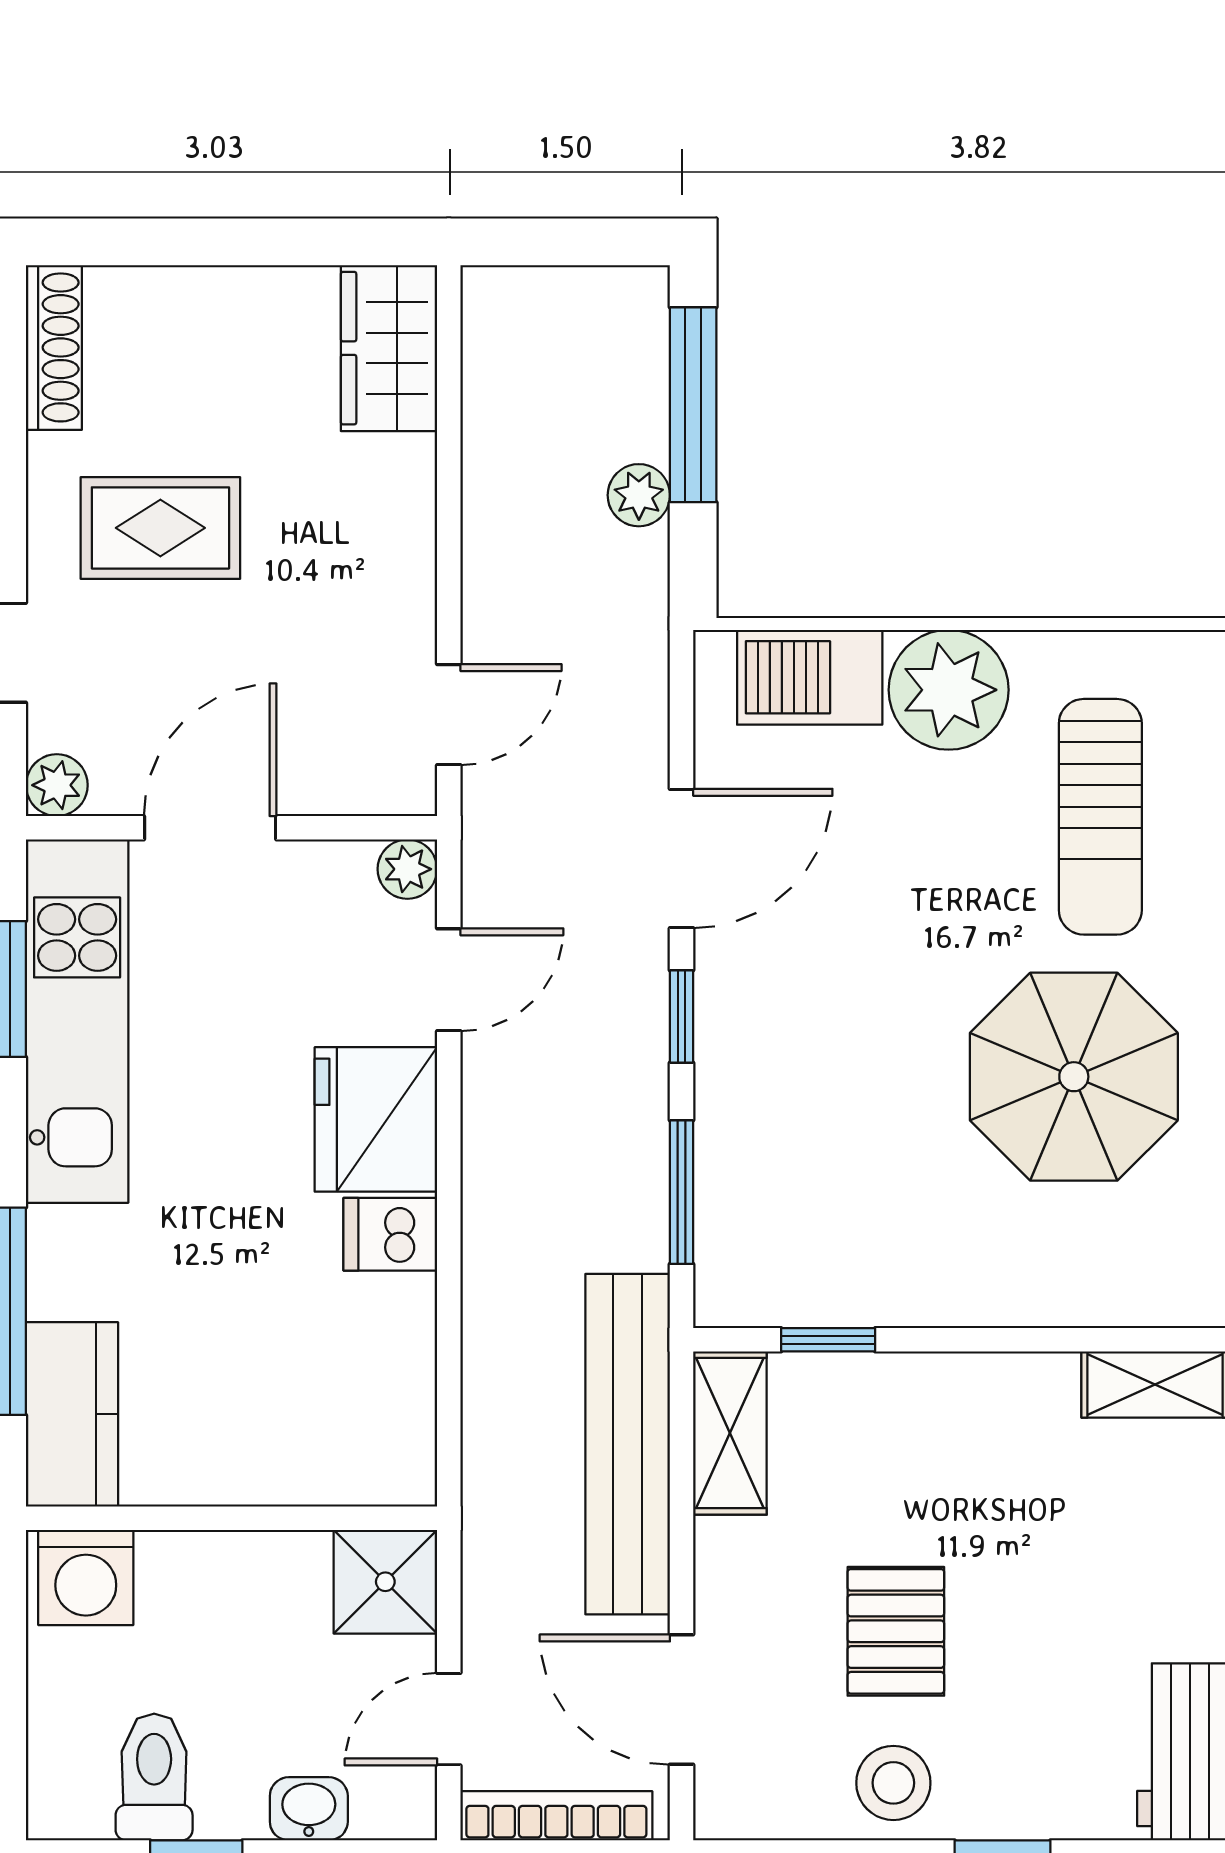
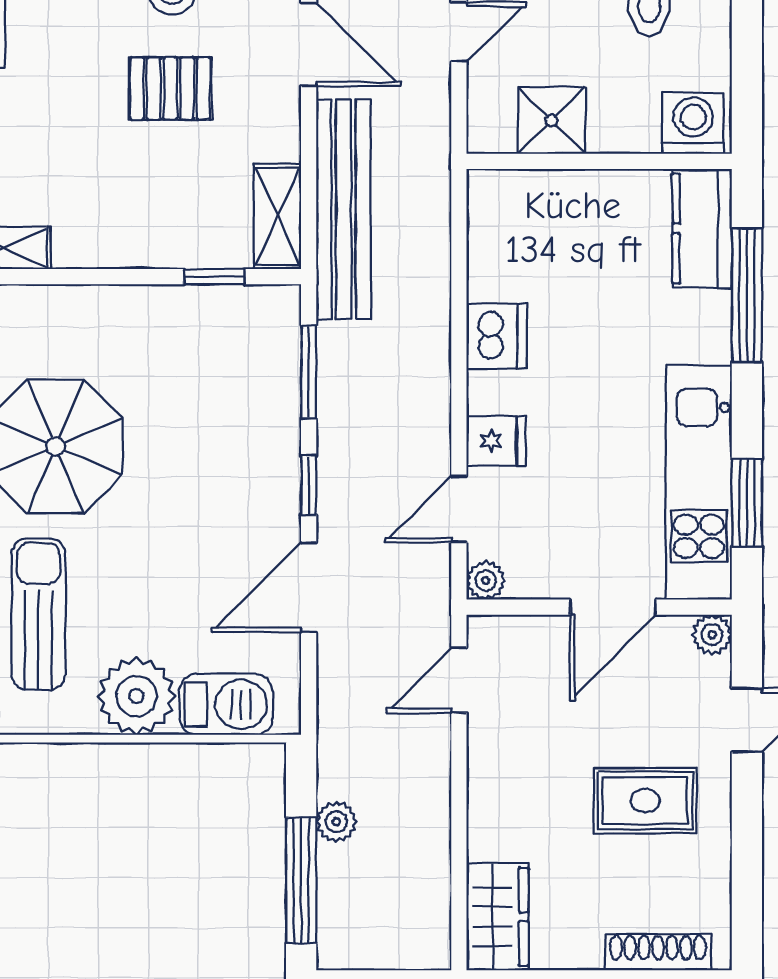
shoe rack: (54, 347) -> (658, 952), moved, turned 90
fridge: (376, 1119) -> (496, 441), width x0.53, depth x0.75
dishwasher: (390, 1234) -> (497, 336), width x1.38
shower: (385, 1582) -> (551, 120), moved
pallet: (896, 1631) -> (170, 89), turned 90

